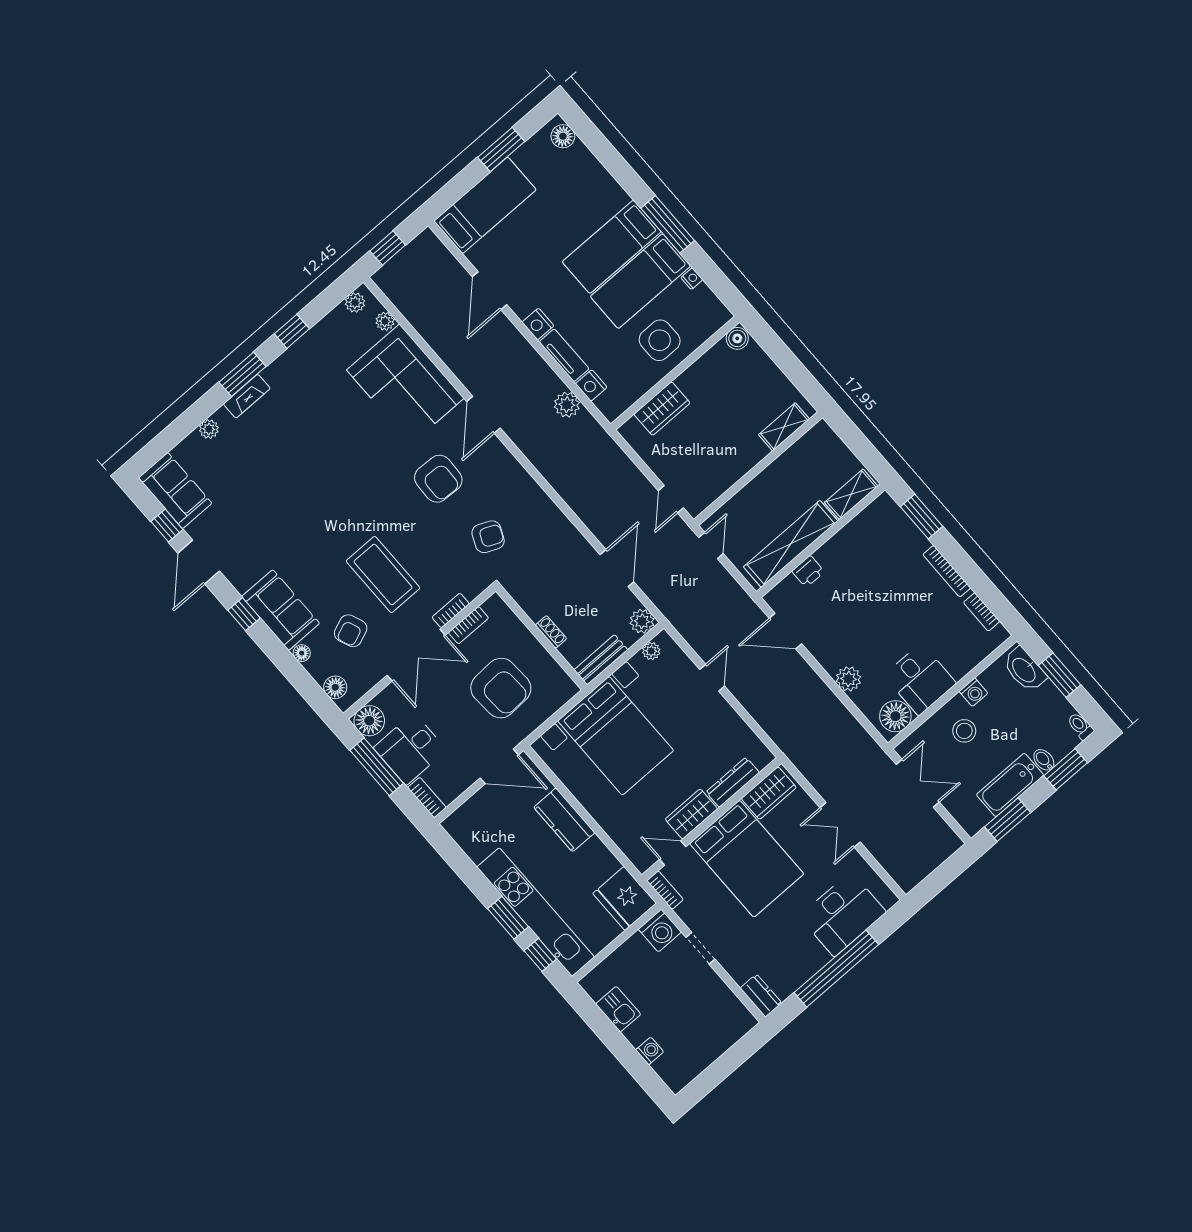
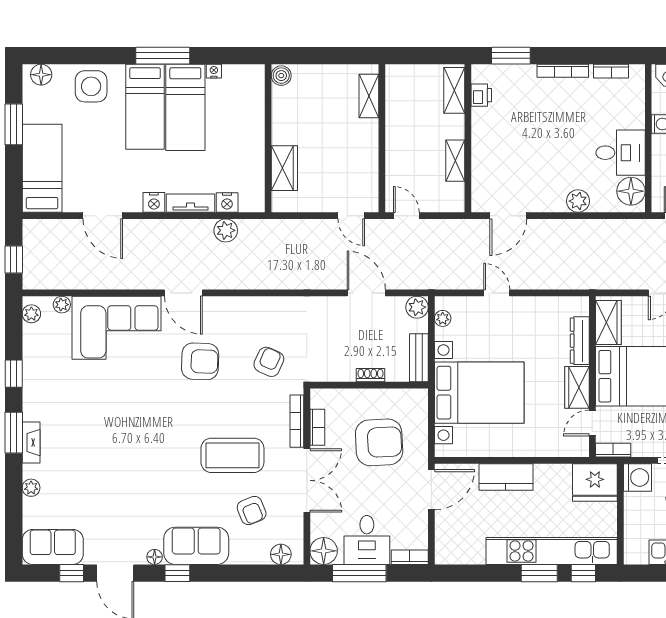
side table: (660, 340) -> (91, 86), moved
shelving: (791, 544) -> (455, 161), width x0.45, depth x0.75
printer: (808, 571) -> (481, 95), moved
bookcase: (451, 611) -> (297, 421), width x1.56
floor lamp: (302, 653) -> (155, 557), moved

